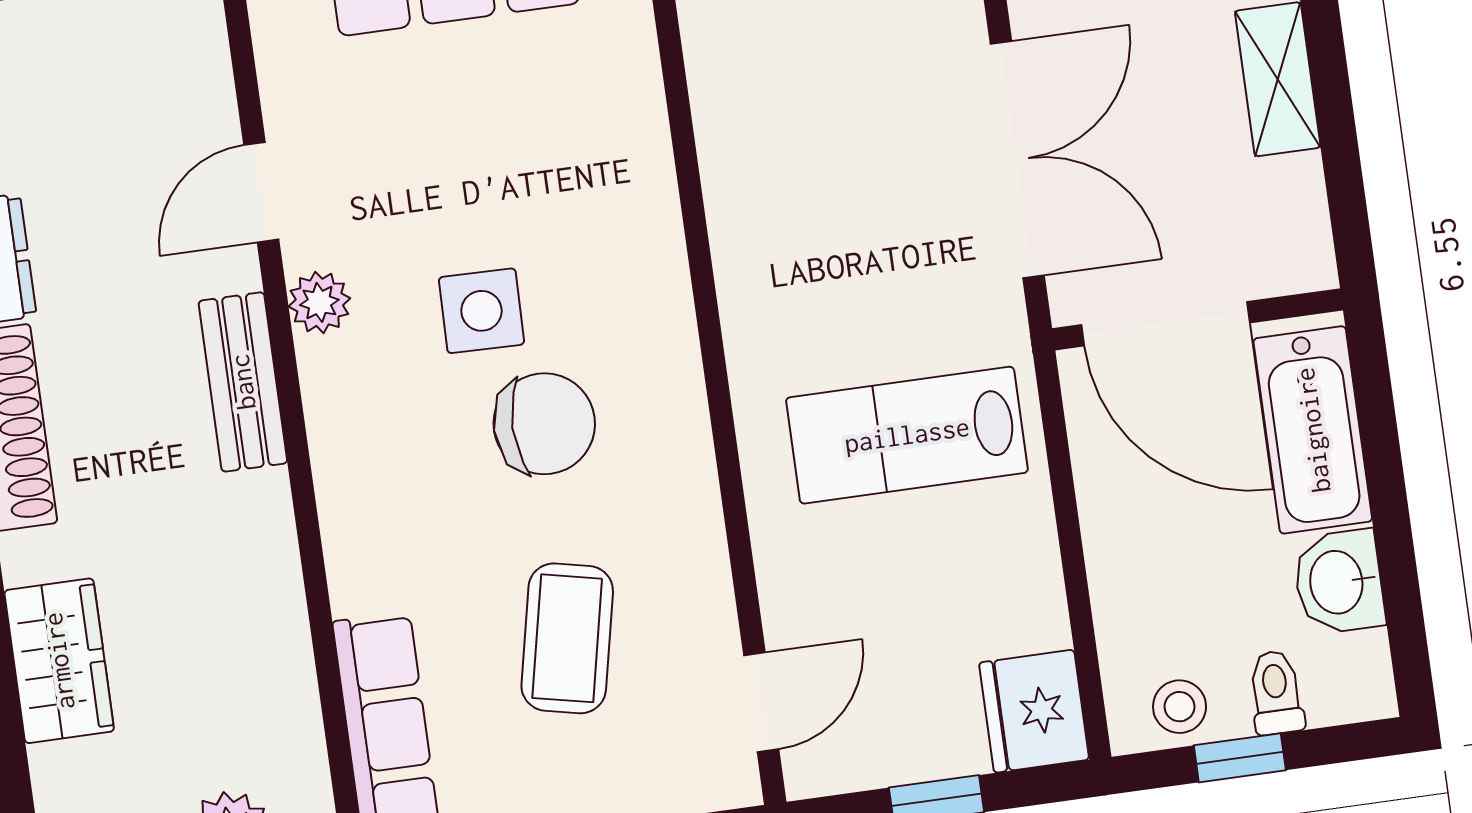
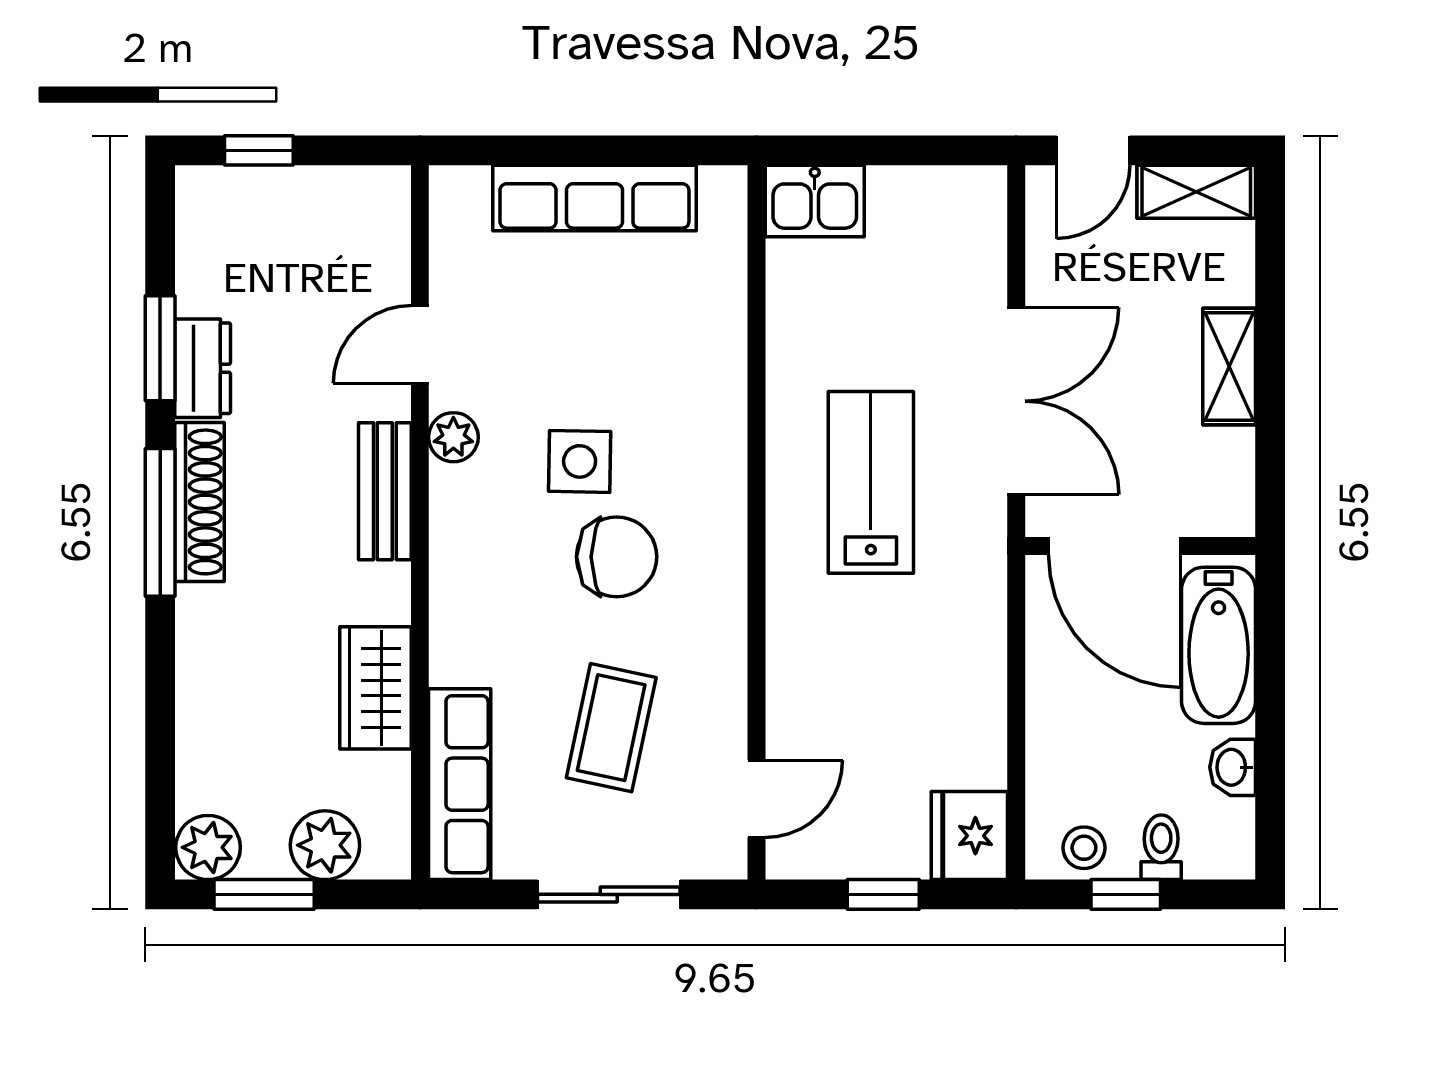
lab bench: (907, 435) -> (871, 482), moved, turned 90
washbasin: (1339, 582) -> (1233, 767), width x0.72, depth x0.69
wardrobe: (59, 661) -> (375, 688), moved, turned 180

